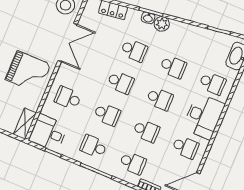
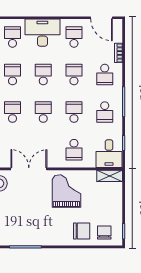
school desk: (133, 163) -> (105, 75), turned 180

